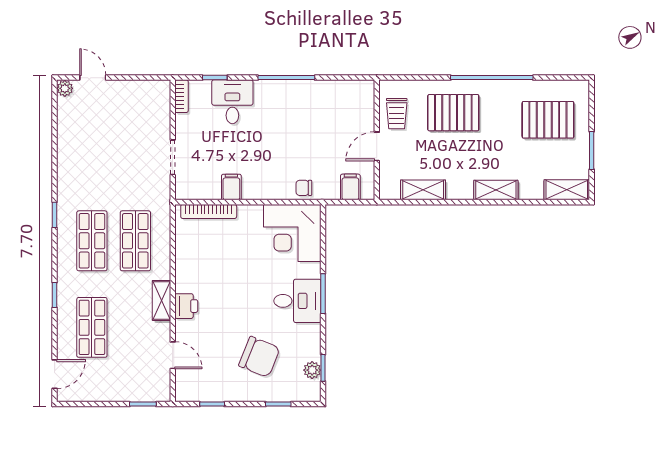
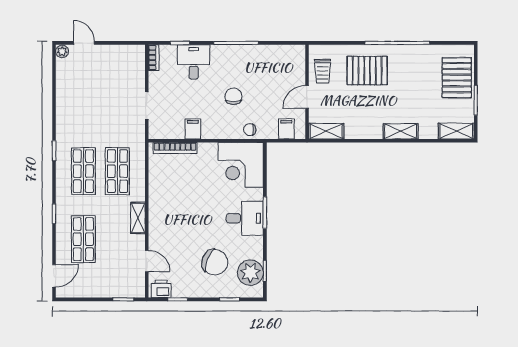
pallet: (548, 120) -> (457, 78), moved, turned 90
chair: (283, 146) -> (234, 96), added
shelving: (423, 190) -> (326, 131), moved
printer: (186, 306) -> (161, 289), moved, turned -90
plant: (312, 370) -> (250, 273), width x1.88, depth x1.88

